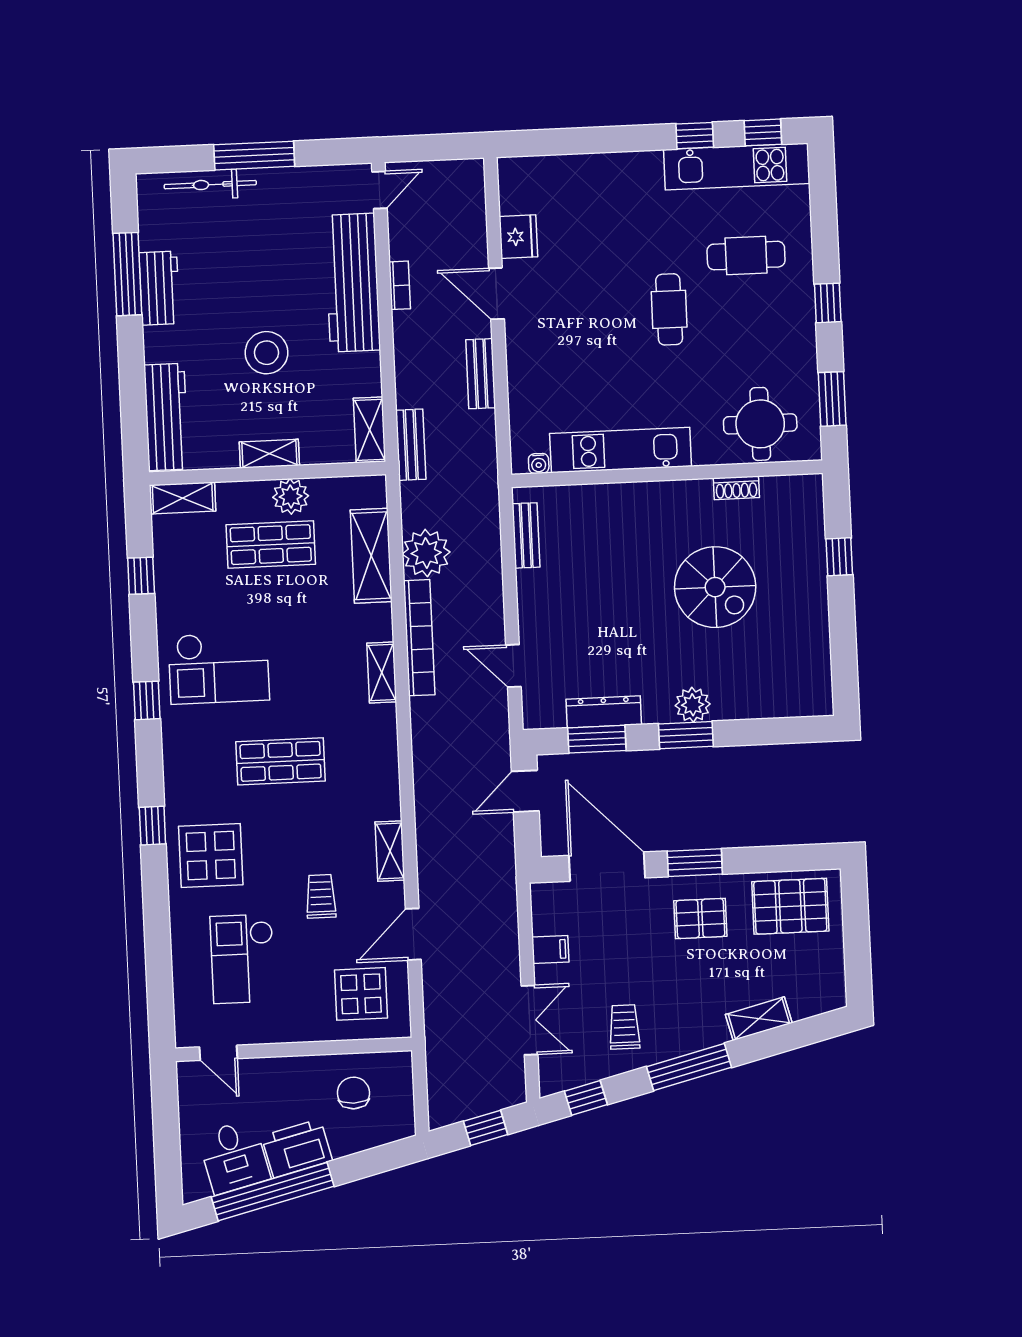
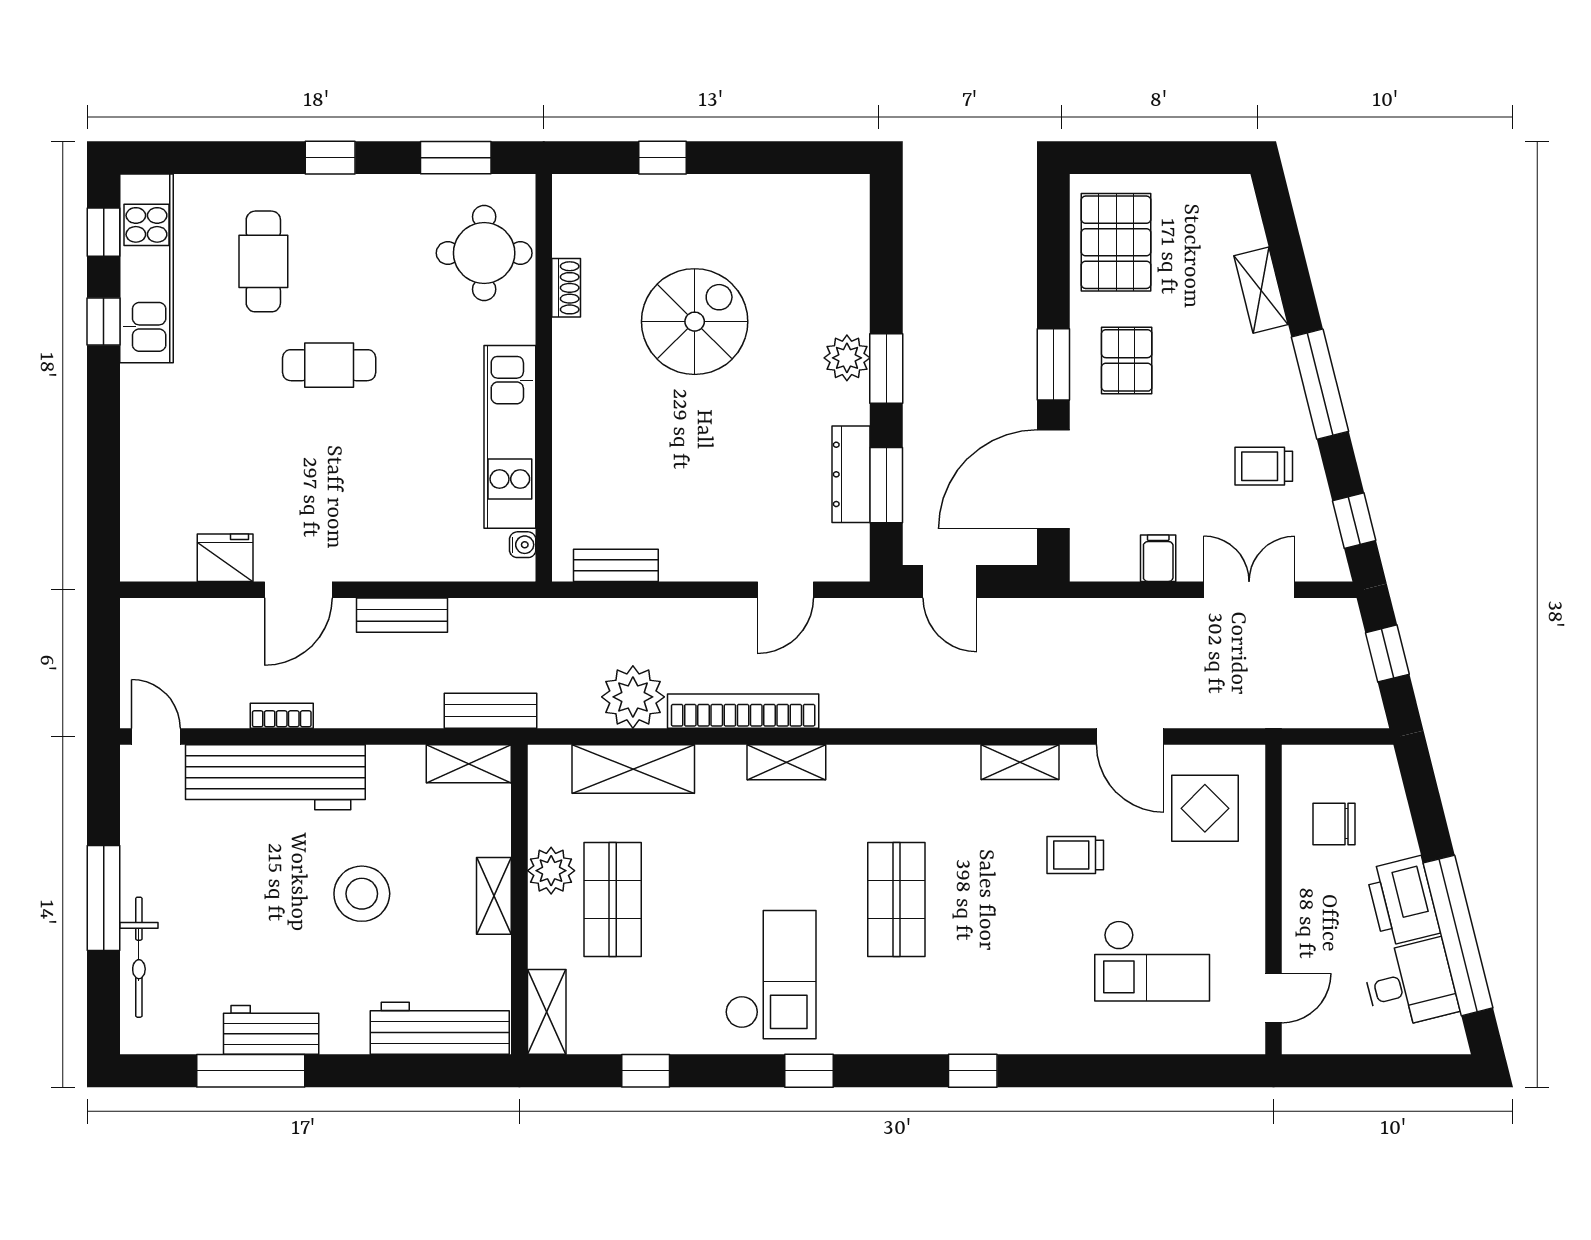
display table: (211, 855) -> (1015, 996), removed

